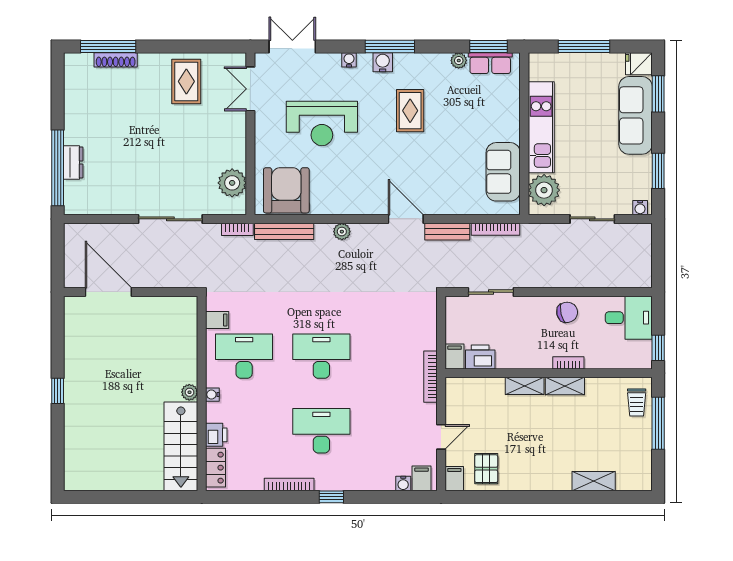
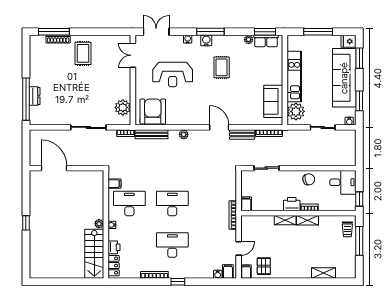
rug: (186, 81) -> (83, 53), moved
sofa: (635, 115) -> (344, 78), width x1.36, depth x1.27
printer: (480, 357) -> (292, 204), moved

